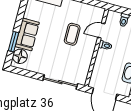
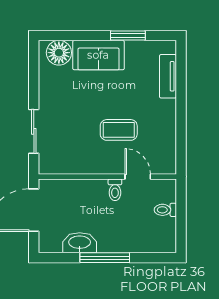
window: (14, 42) -> (128, 36), moved
sliding door: (60, 82) -> (34, 131), width x0.73

